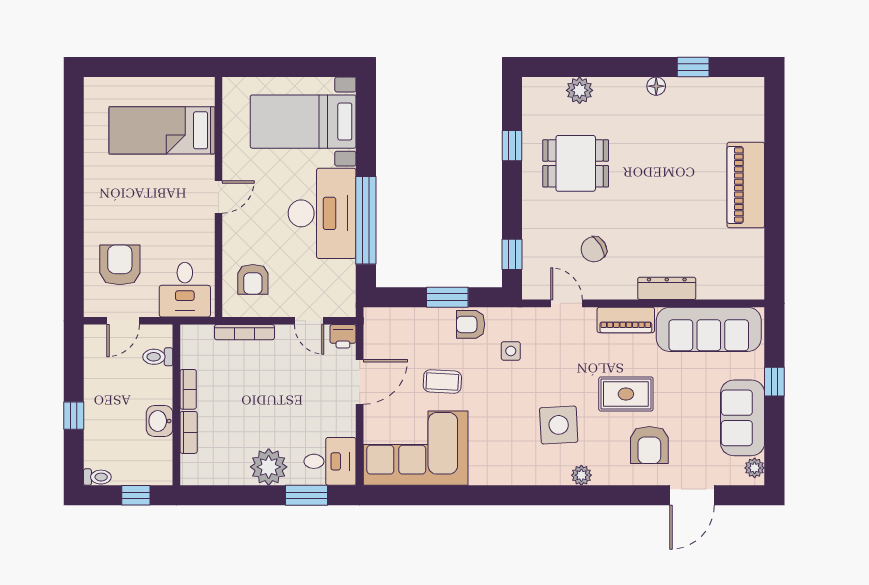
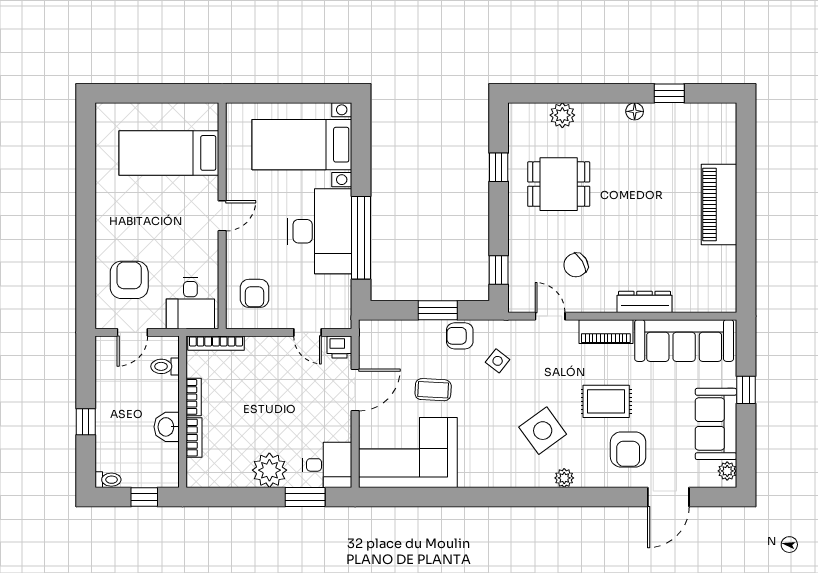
bookcase: (244, 332) -> (216, 343), moved
side table: (511, 351) -> (498, 361), turned 38
side table: (559, 425) -> (543, 431), turned -33

